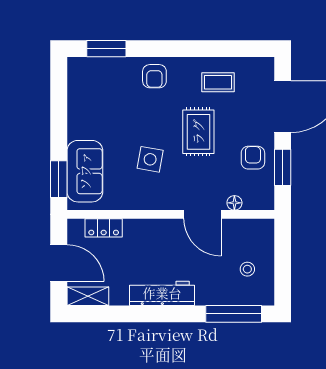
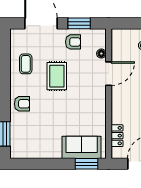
rug: (198, 132) -> (57, 76), turned 90
armchair: (253, 158) -> (73, 42), turned 180
side table: (150, 159) -> (74, 106), removed

